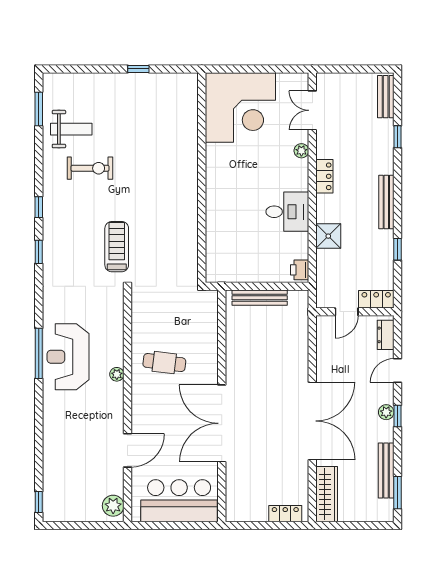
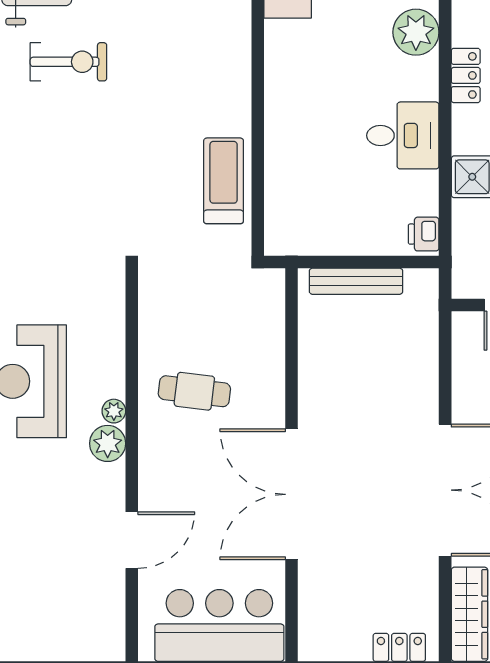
plant: (301, 151) -> (416, 32), width x1.87, depth x1.87
treadmill: (117, 247) -> (224, 181), moved
plant: (113, 506) -> (108, 443), moved

